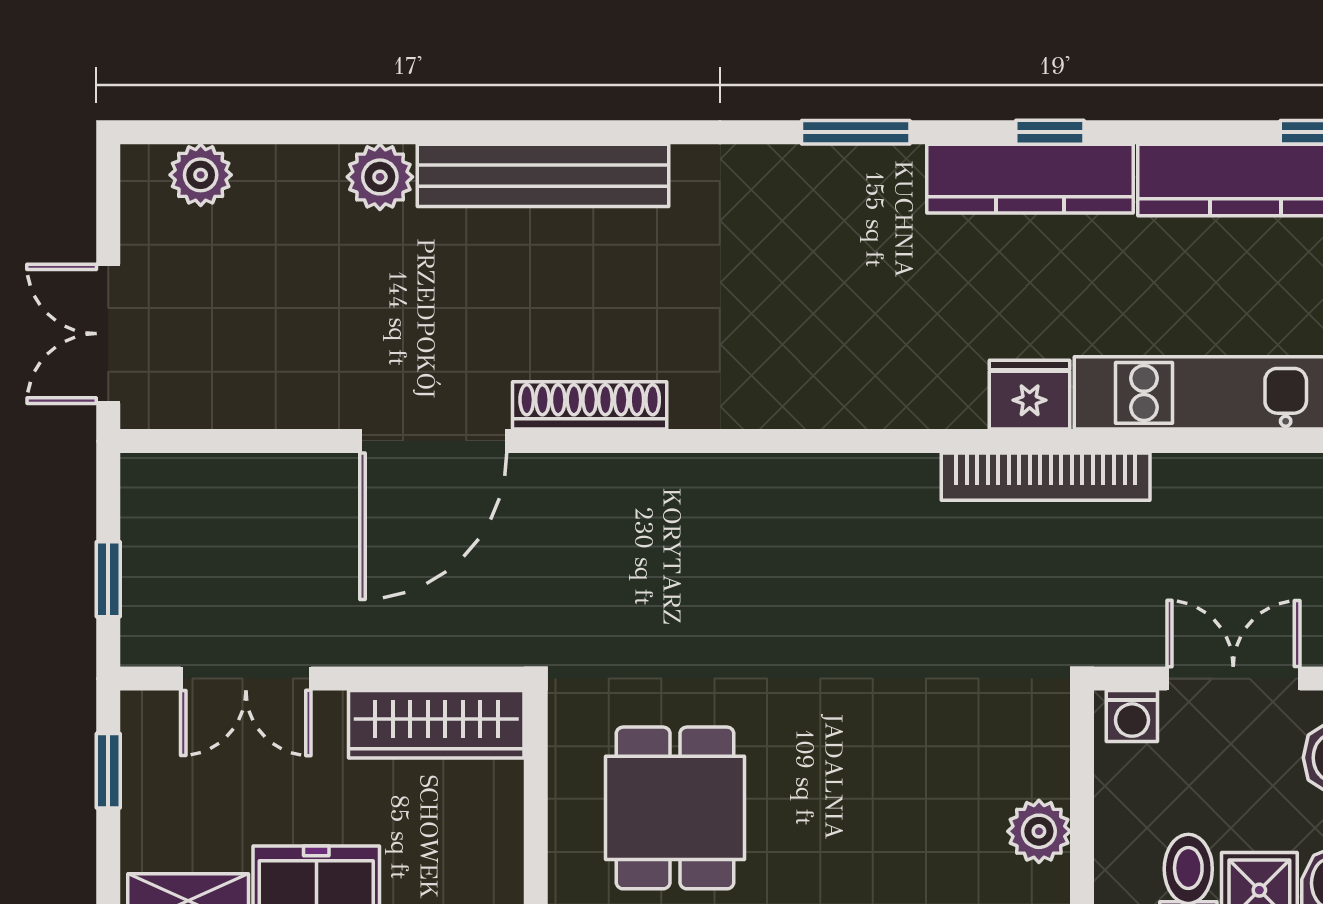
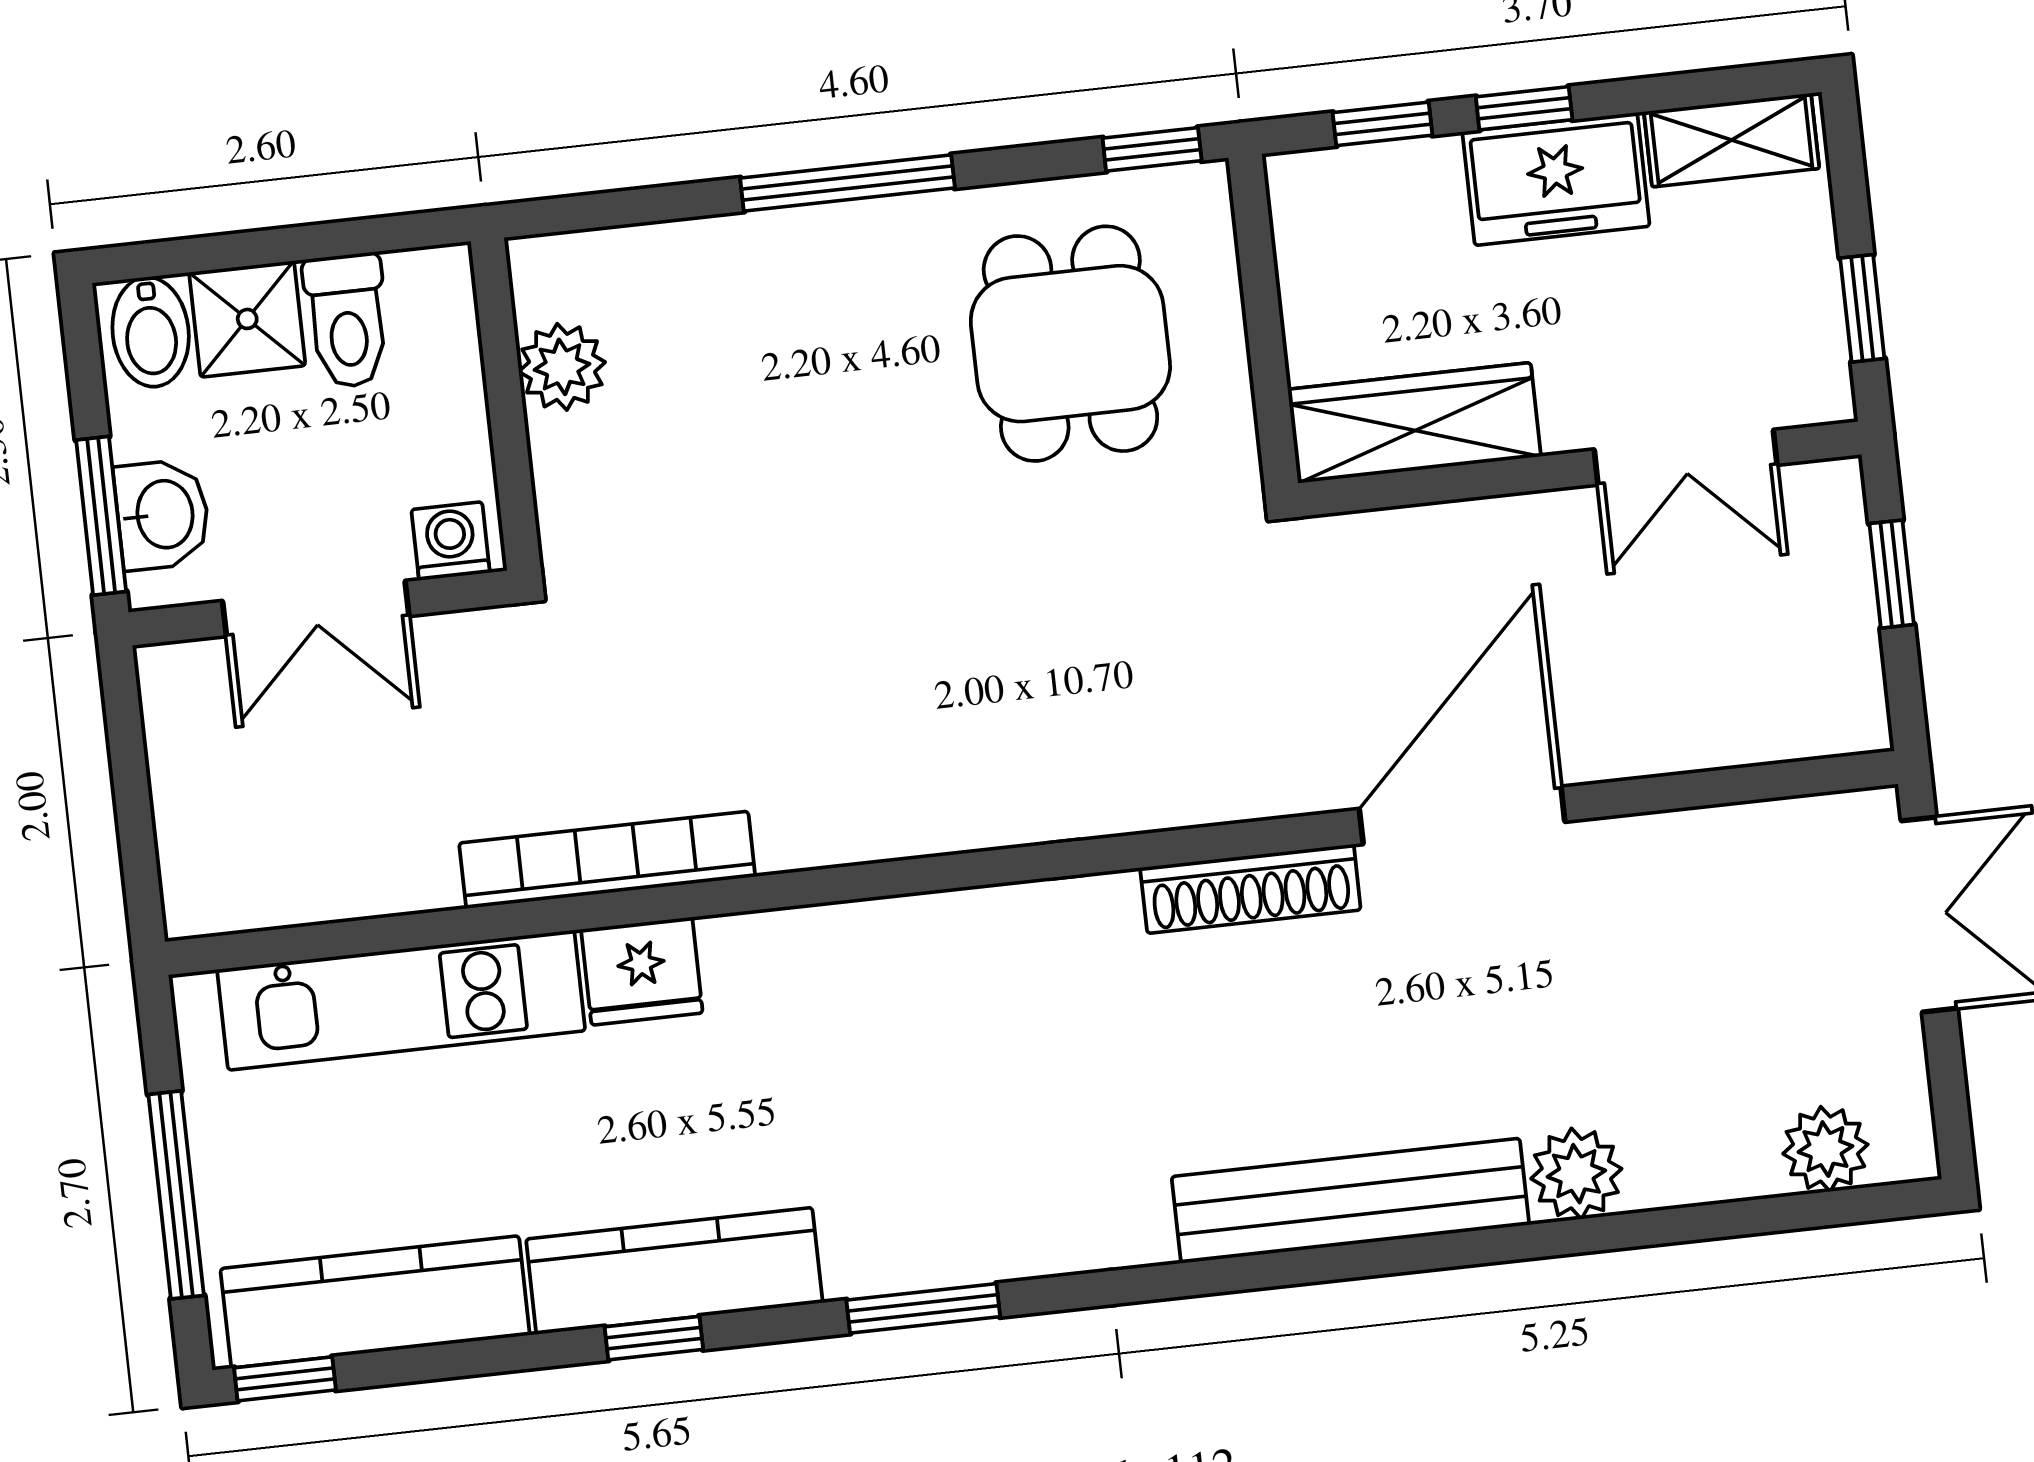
double door: (246, 679) -> (1686, 457), swing flipped

